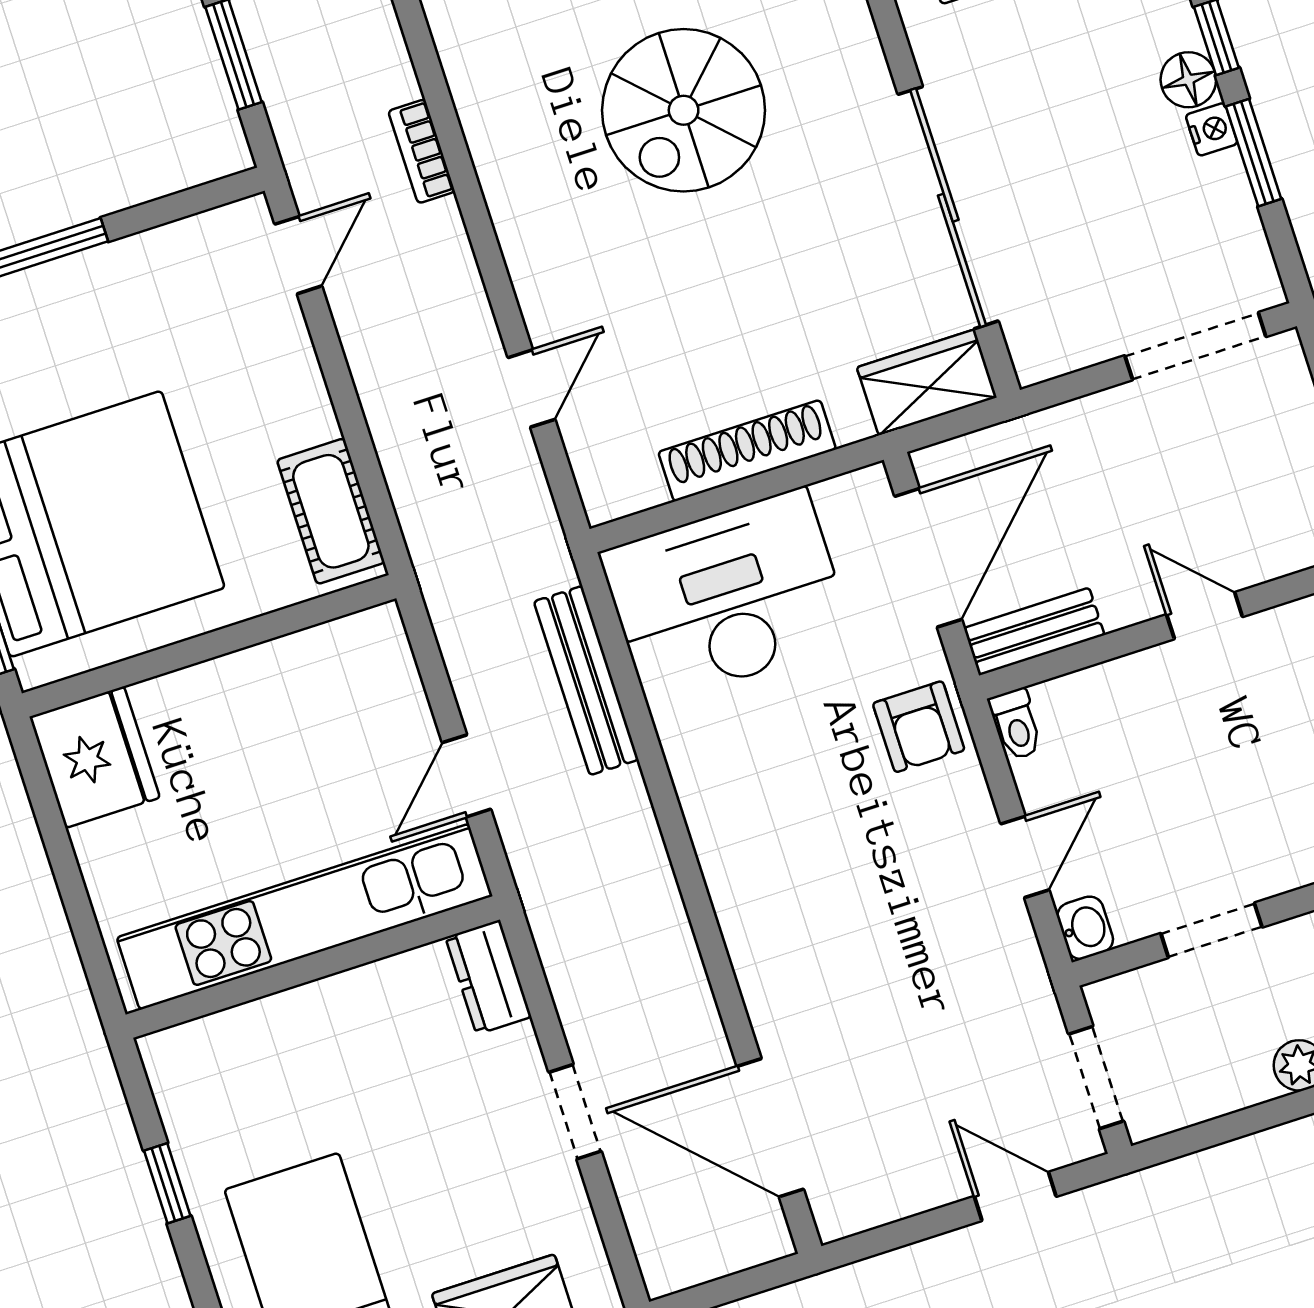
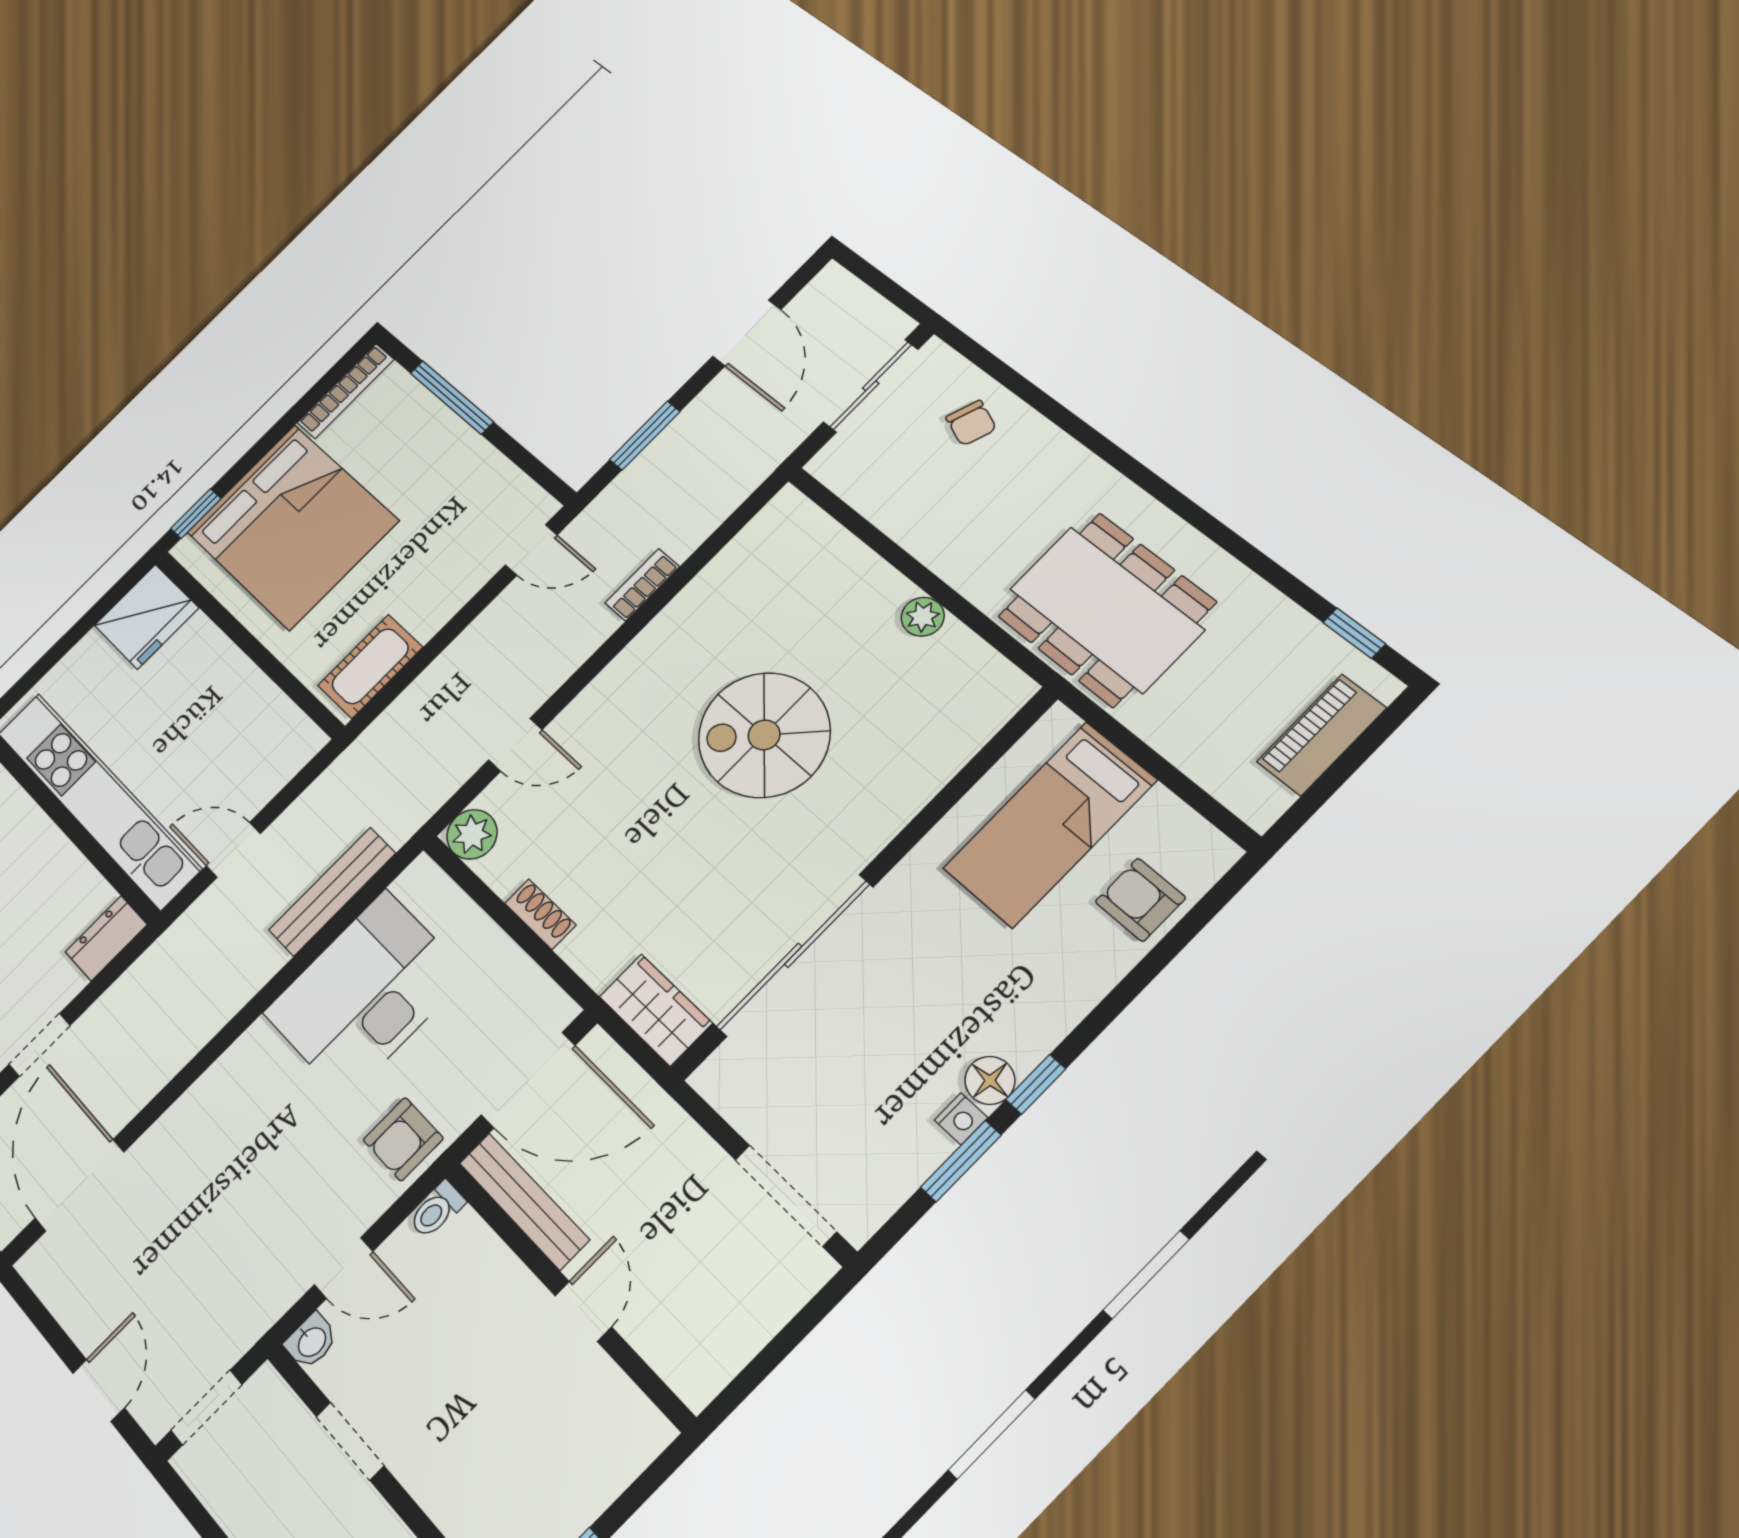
shoe rack: (747, 451) -> (540, 914), width x0.51, depth x0.81
plant: (611, 488) -> (472, 834), added
desk: (727, 597) -> (365, 994), moved, turned -90
bench: (1034, 632) -> (524, 1201), width x1.36

